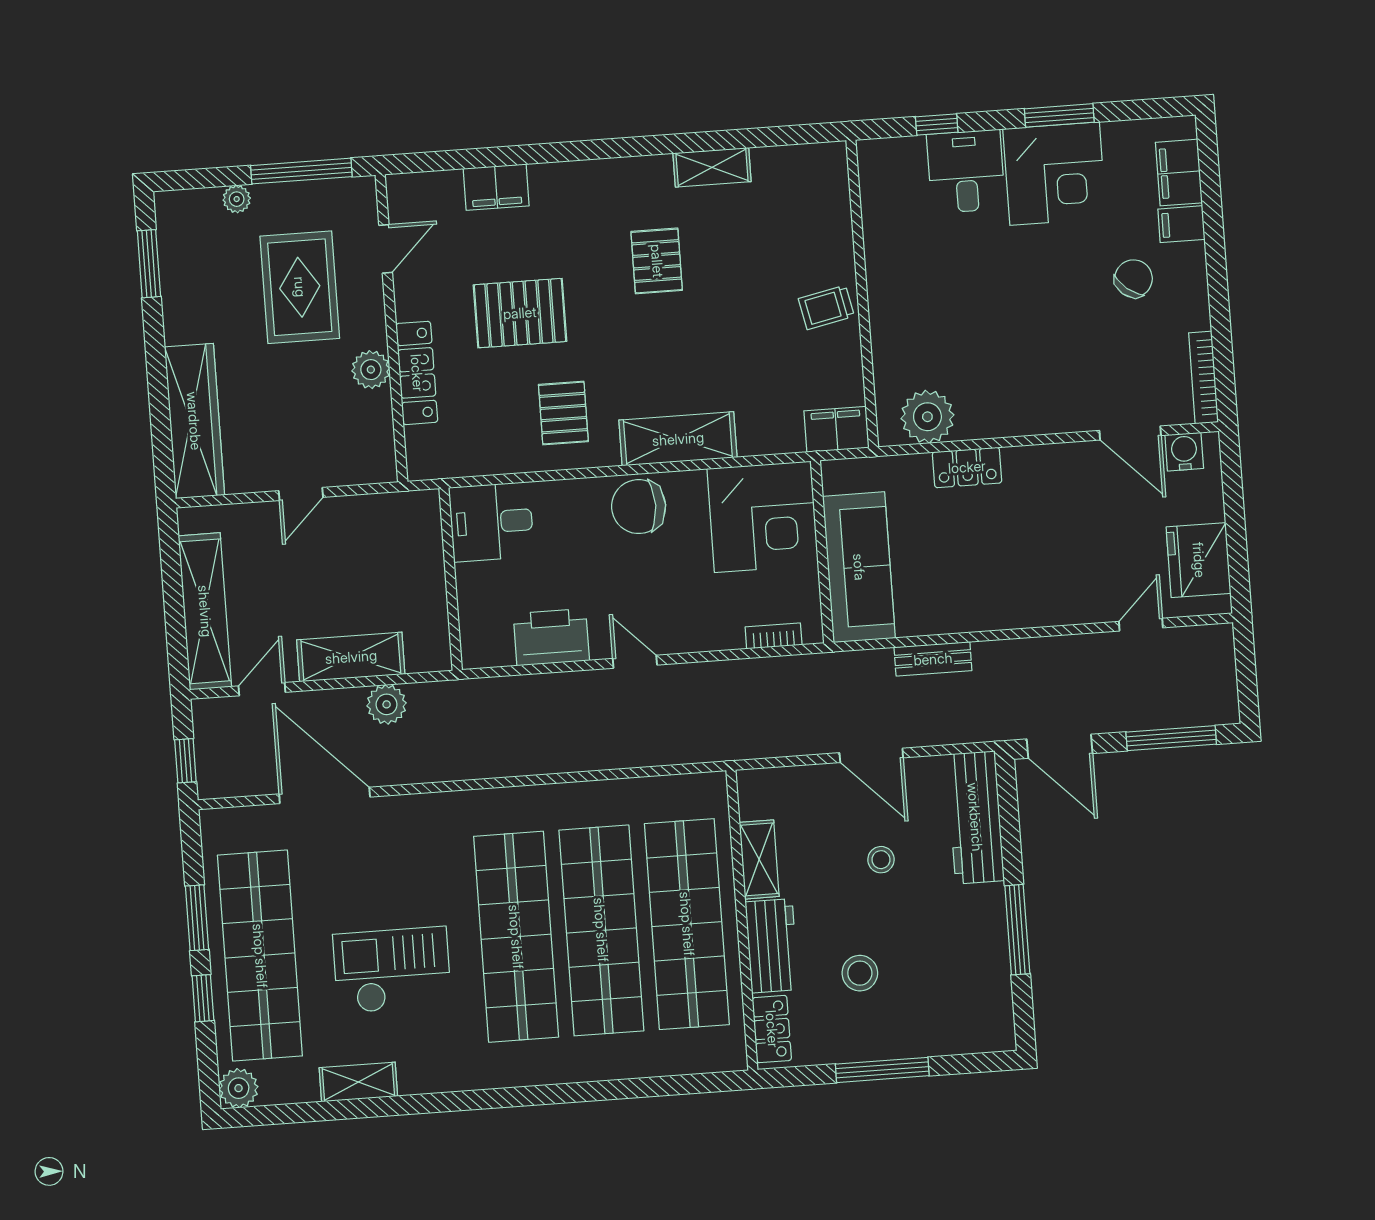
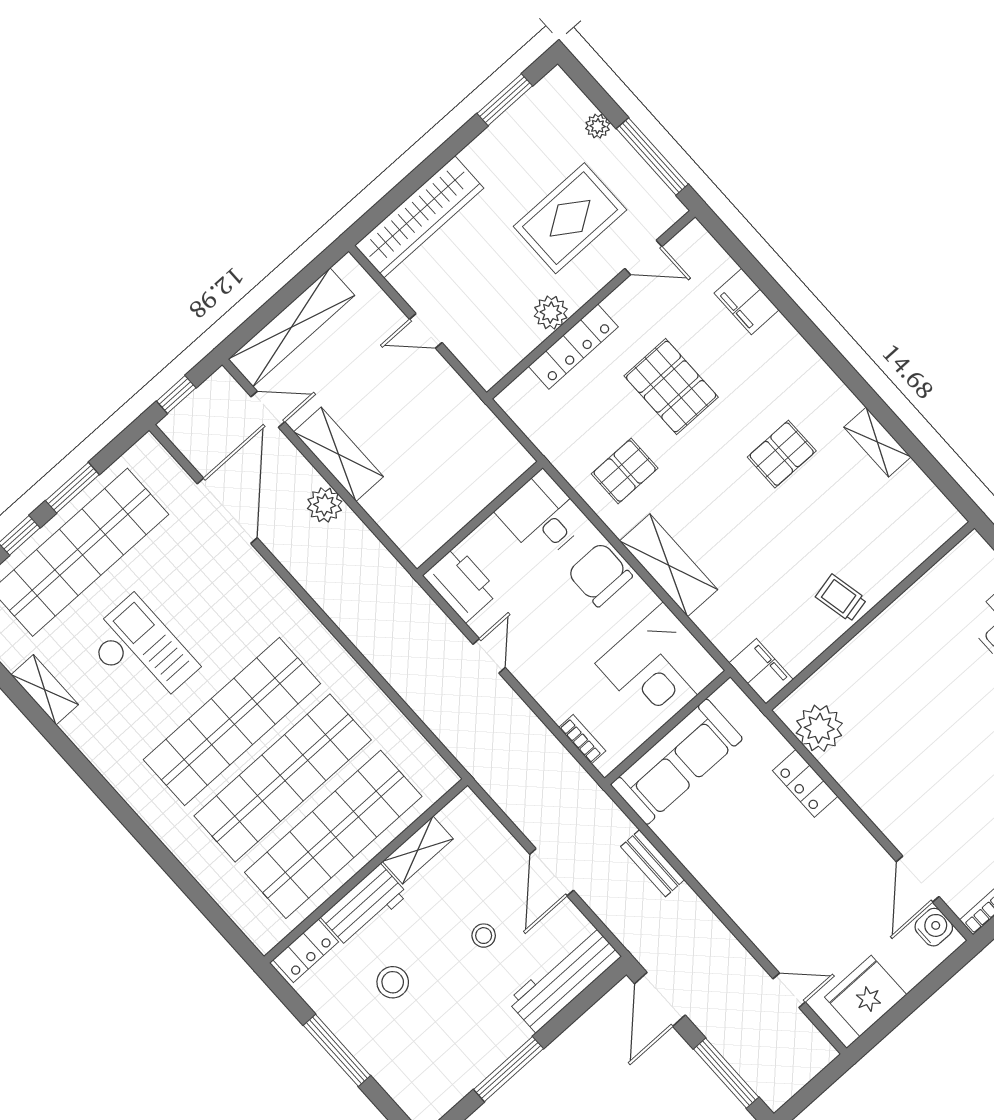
desk: (491, 522) -> (542, 516), moved
wall: (451, 579) -> (480, 518), moved

